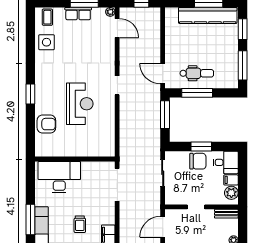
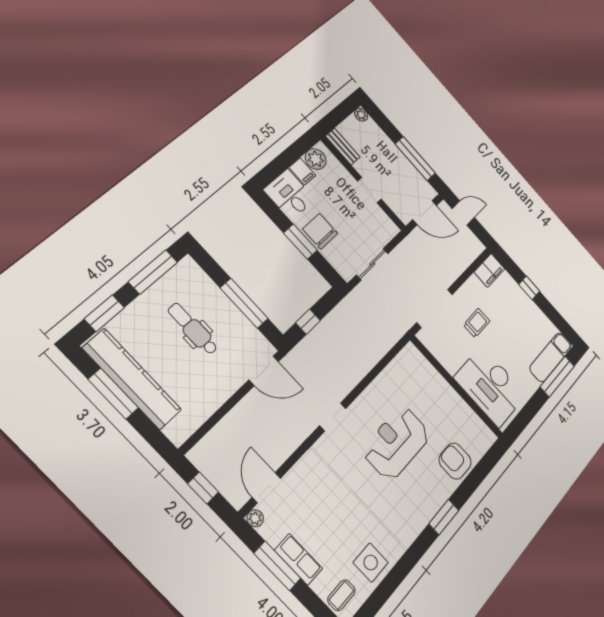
dental chair: (197, 73) -> (193, 329), moved
door: (163, 74) -> (264, 371), hinge flipped
window: (165, 115) -> (308, 322), width x0.46
trolley: (80, 224) -> (477, 323), moved

